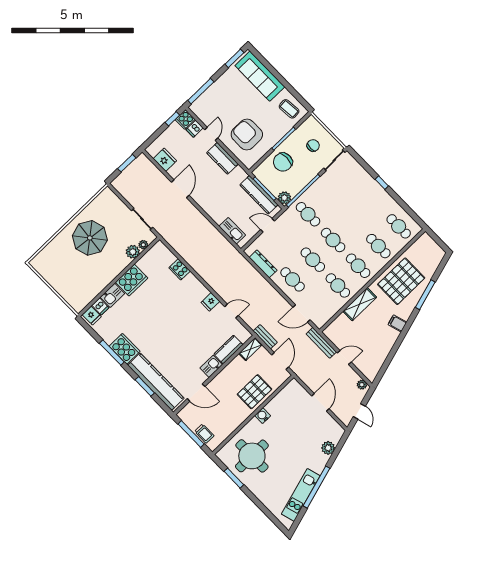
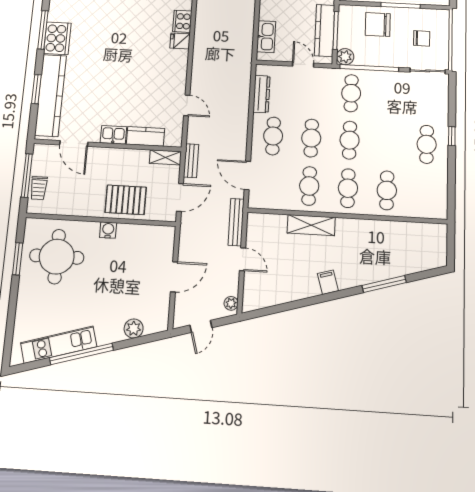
cafe table: (399, 226) -> (427, 144), moved
pallet: (401, 281) -> (374, 246), removed
fridge: (210, 302) -> (180, 41), moved

